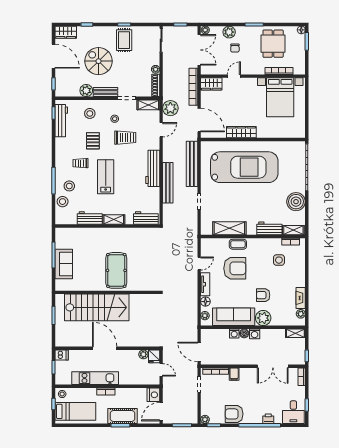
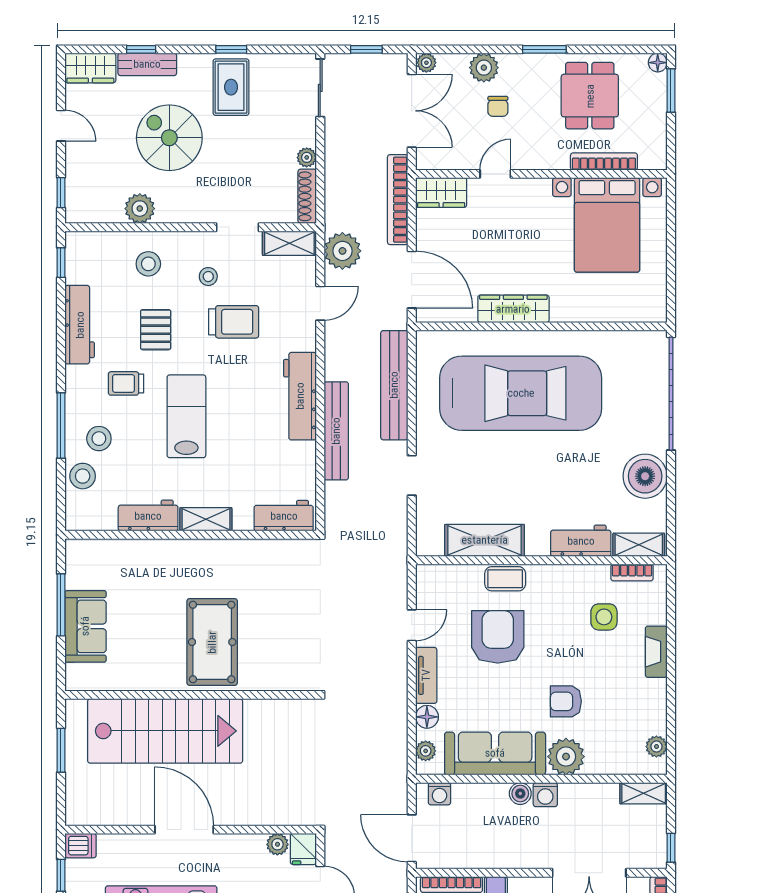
door: (54, 56) -> (61, 126), width x0.53
bench: (105, 92) -> (147, 64), moved
workbench: (61, 121) -> (80, 325), moved
armchair: (235, 268) -> (498, 637), turned -90
fireplace: (301, 298) -> (656, 652), moved
washing machine: (234, 333) -> (439, 794), moved

